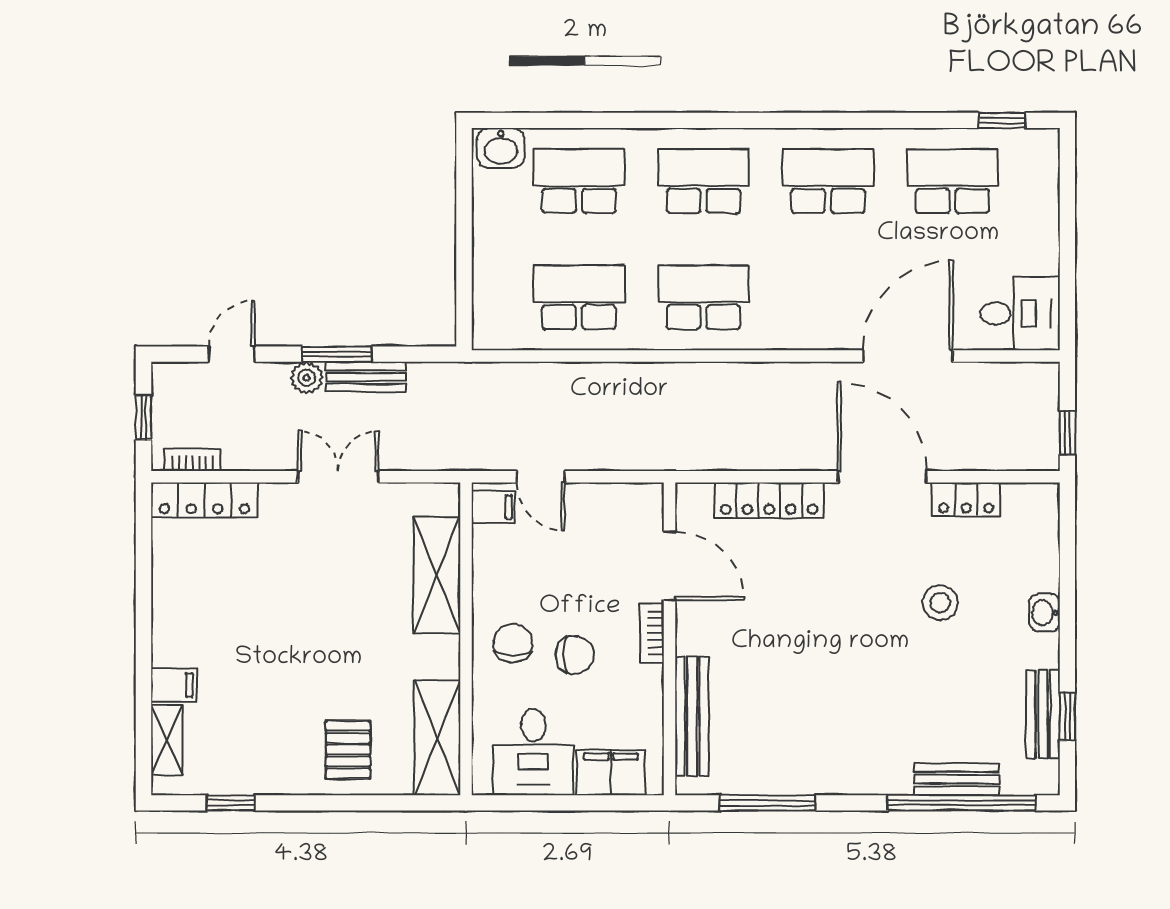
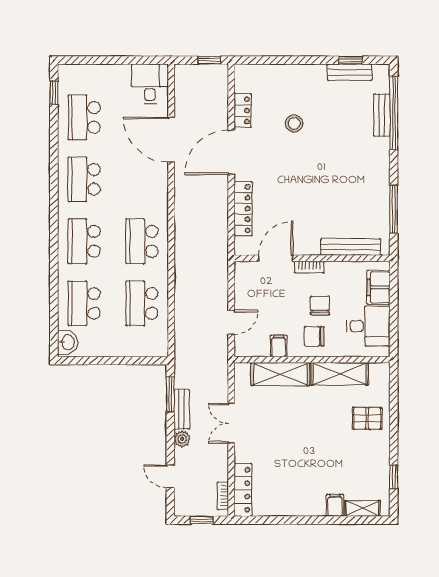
window: (337, 354) -> (170, 394), moved
filing cabinet: (493, 507) -> (279, 346), moved
washbasin: (1045, 613) -> (299, 71), removed
shelving: (437, 738) -> (340, 374), moved

